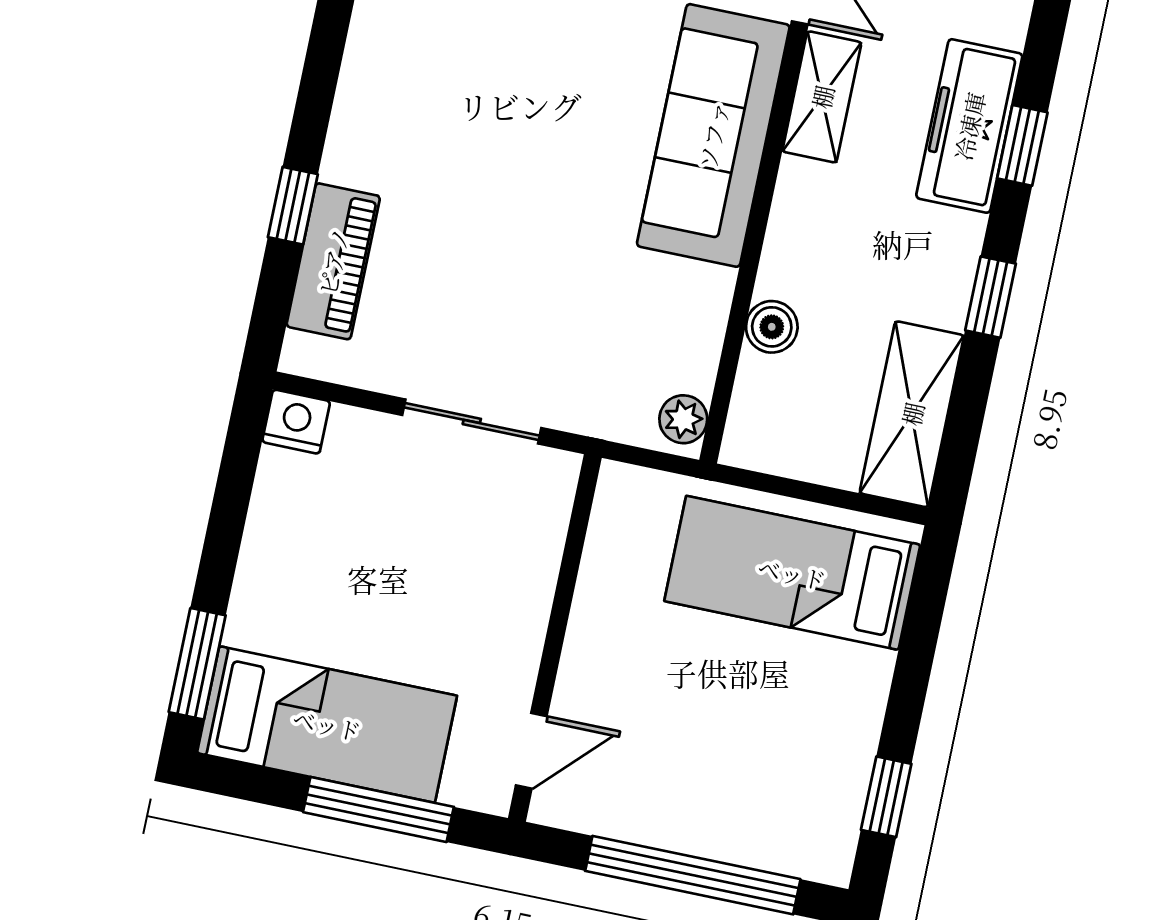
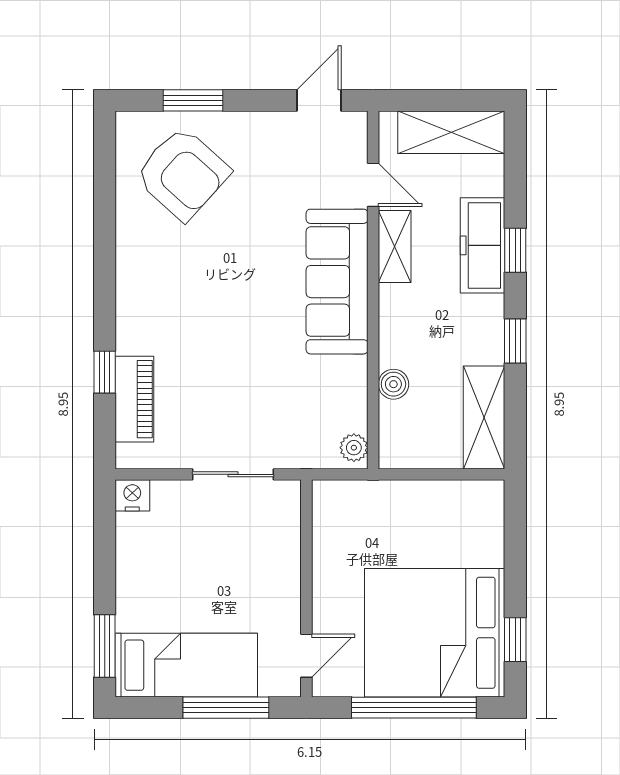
bed: (792, 573) -> (435, 633), moved, width x2.04

